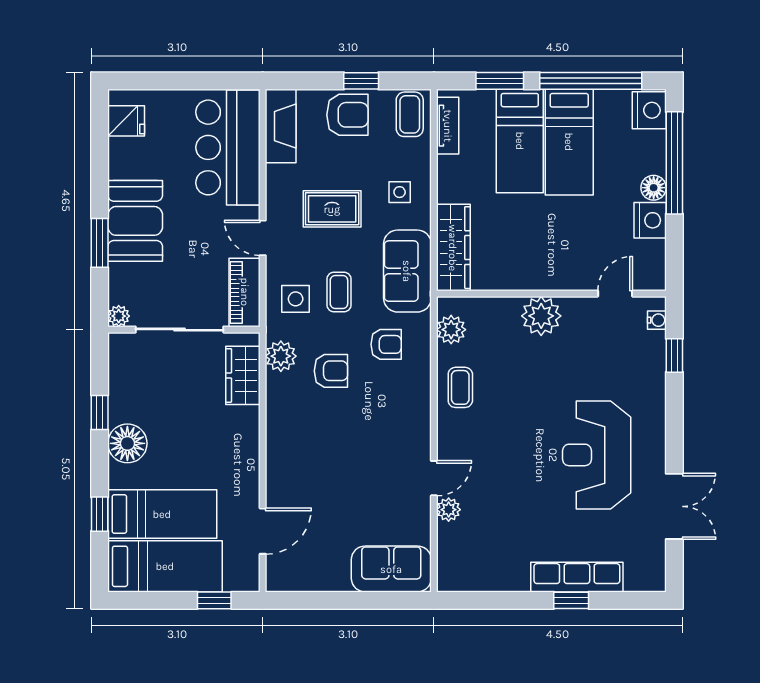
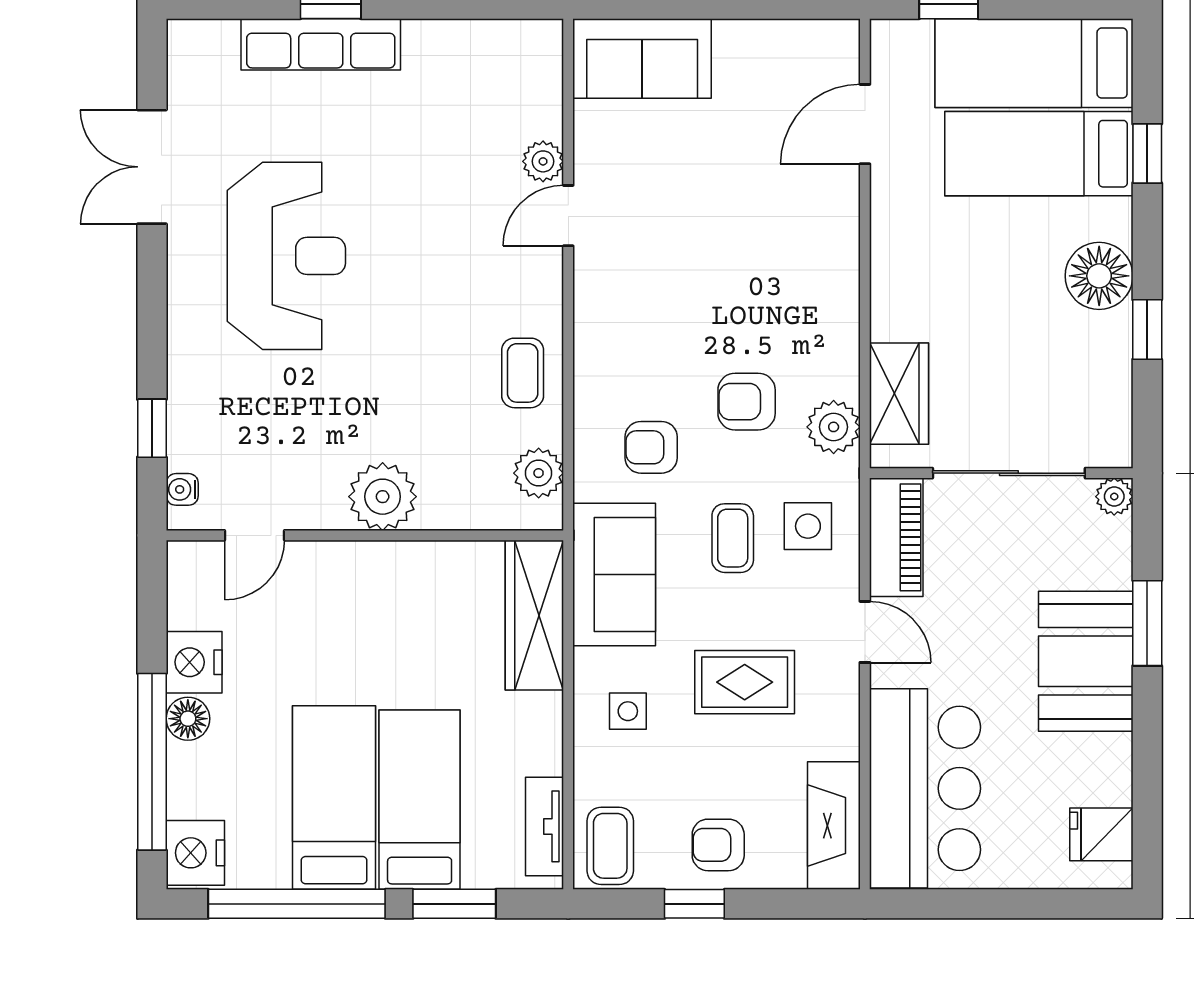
armchair: (347, 115) -> (718, 845), width x0.72, depth x0.72

